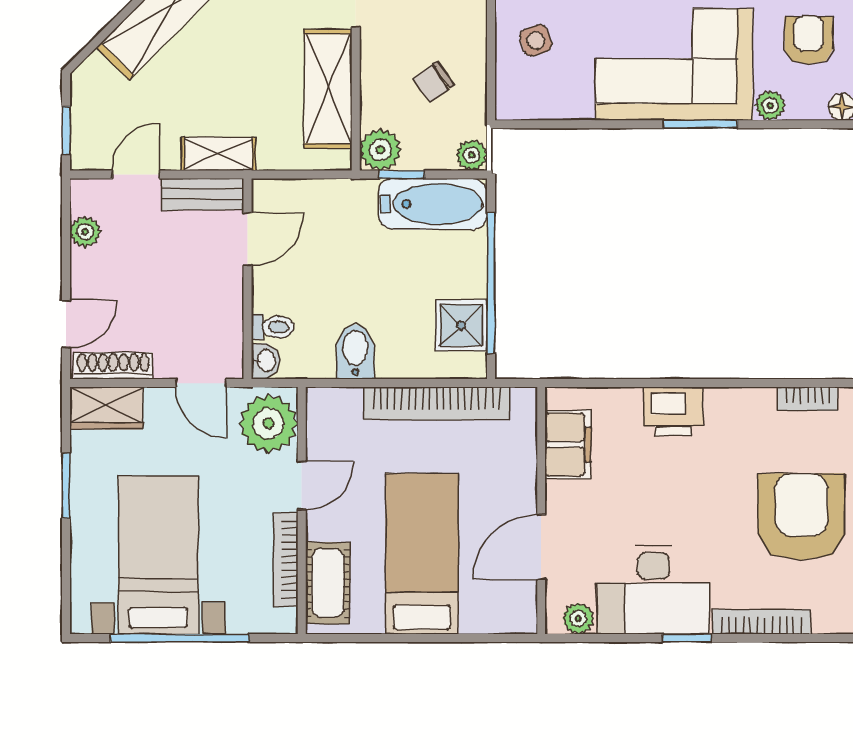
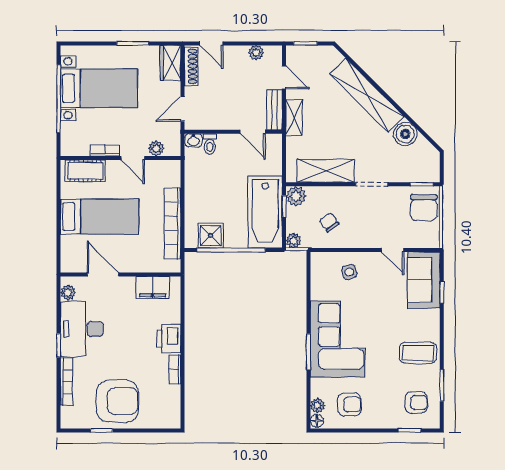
plant: (770, 105) -> (318, 406), moved
bathtub: (433, 204) -> (265, 212), width x1.36, depth x1.36
bidet: (355, 352) -> (198, 184), removed
bookcase: (808, 399) -> (175, 369), moved
plant: (268, 423) -> (156, 148), width x0.53, depth x0.53
bookcase: (286, 560) -> (105, 150), width x0.64

